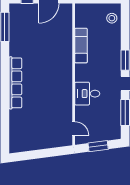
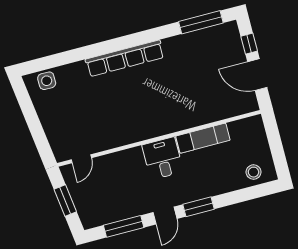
desk: (87, 94) -> (163, 158), moved
side table: (17, 138) -> (47, 81), added

